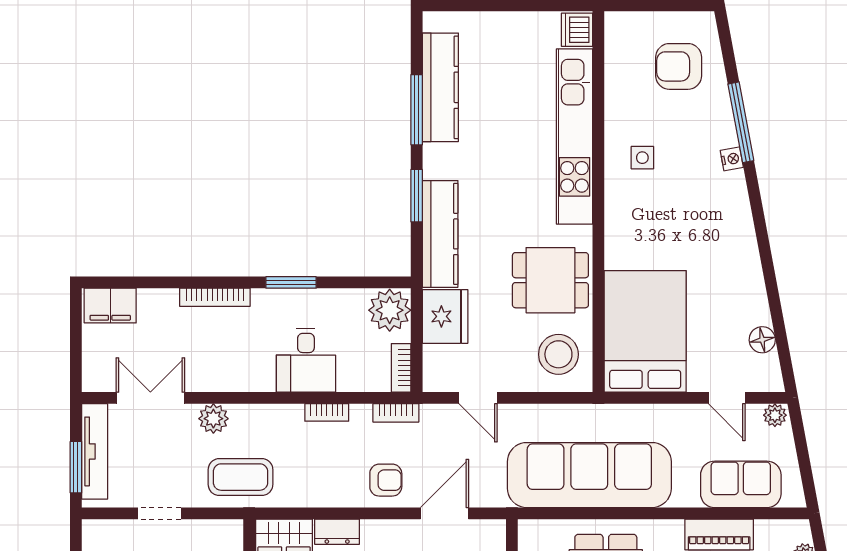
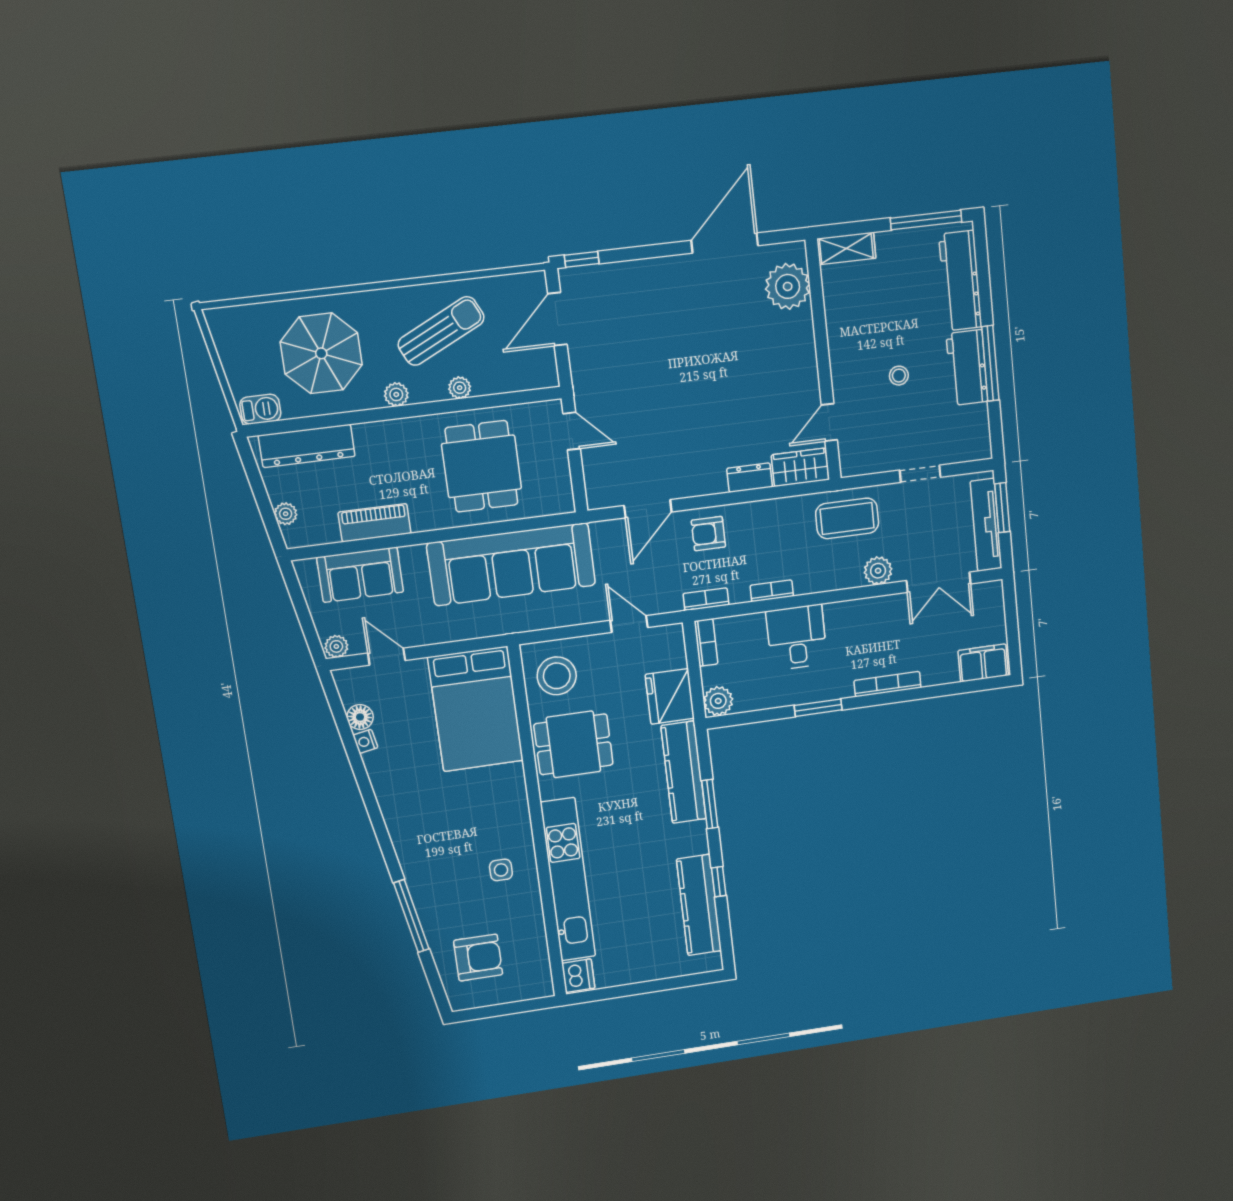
window: (417, 110) -> (719, 882), width x0.46
nightstand: (732, 159) -> (365, 741), moved
plant: (390, 310) -> (718, 701), width x0.73, depth x0.73

